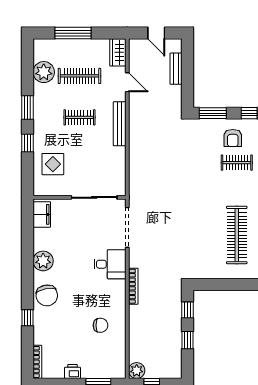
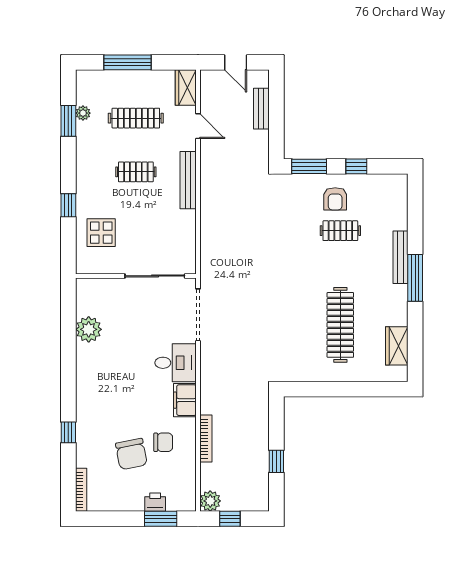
plant: (44, 72) -> (83, 113), width x0.53, depth x0.53
window: (28, 108) -> (68, 121), moved
filing cabinet: (42, 214) -> (185, 400), moved, turned 180
plant: (43, 261) -> (89, 329), moved
bookcase: (133, 286) -> (206, 439), moved
chair: (47, 295) -> (131, 454), moved
window: (188, 310) -> (276, 422), removed
printer: (73, 371) -> (155, 502), moved

